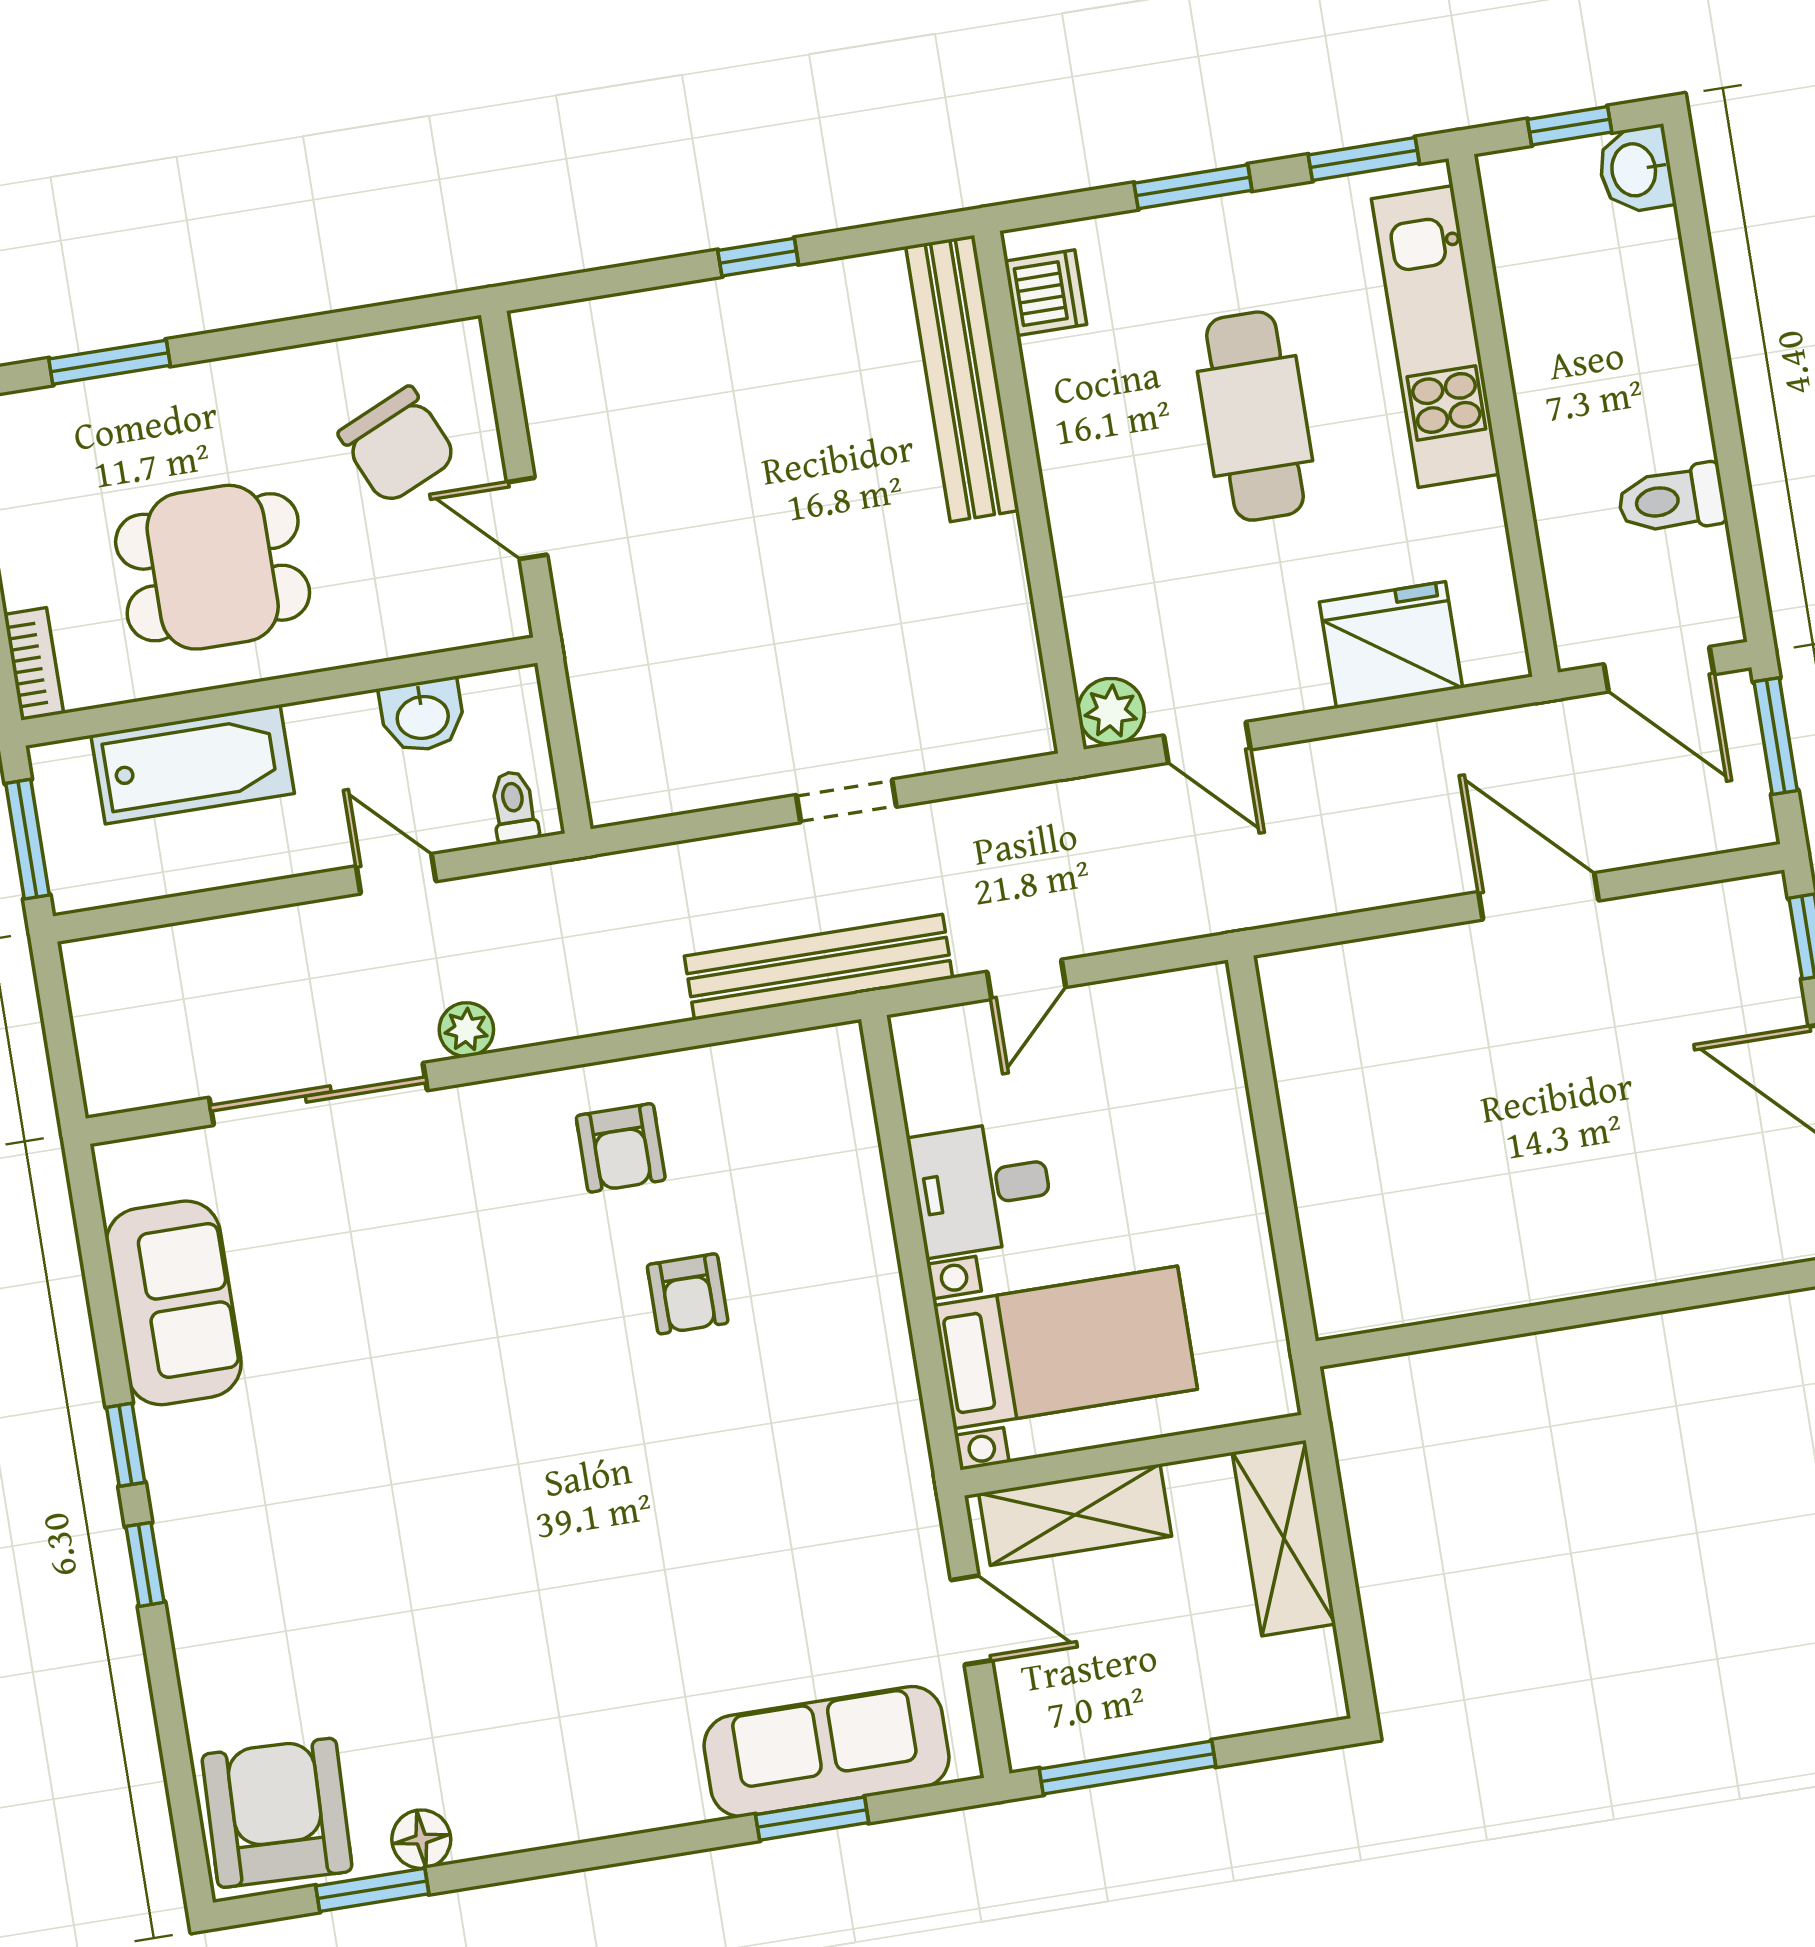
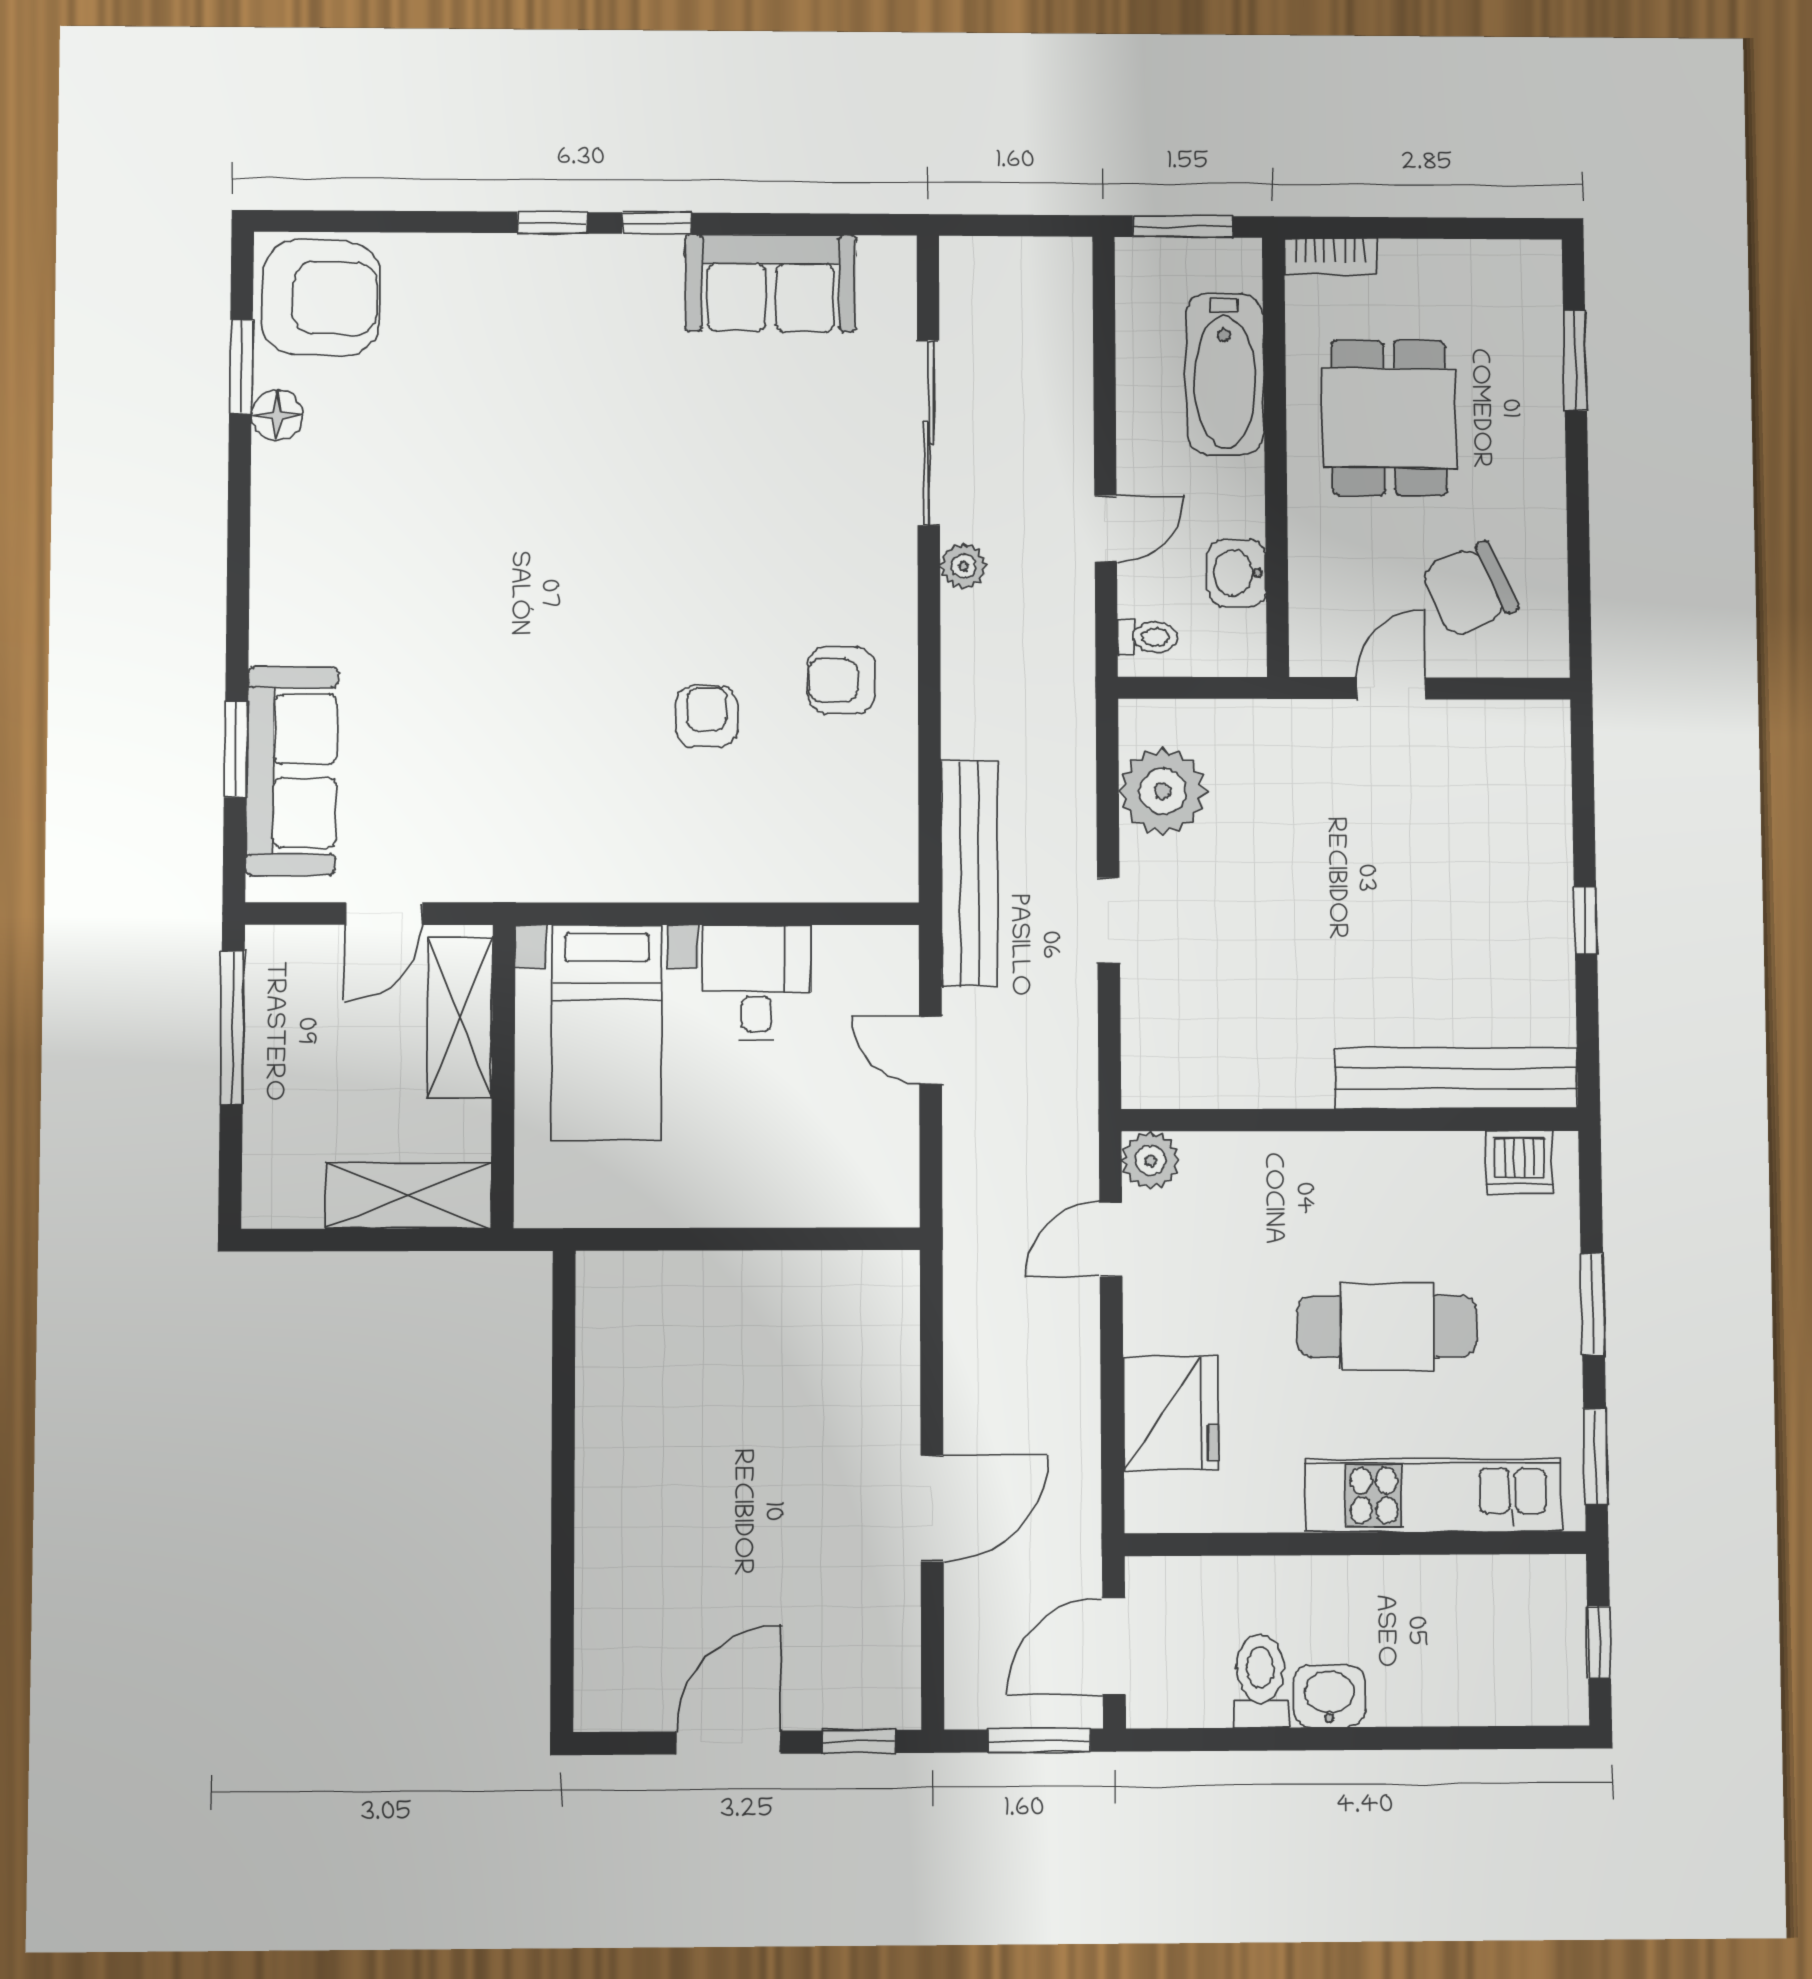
washbasin: (1636, 169) -> (1329, 1696), moved
plant: (689, 762) -> (1163, 791), added
armchair: (688, 1294) -> (707, 716), turned 90

